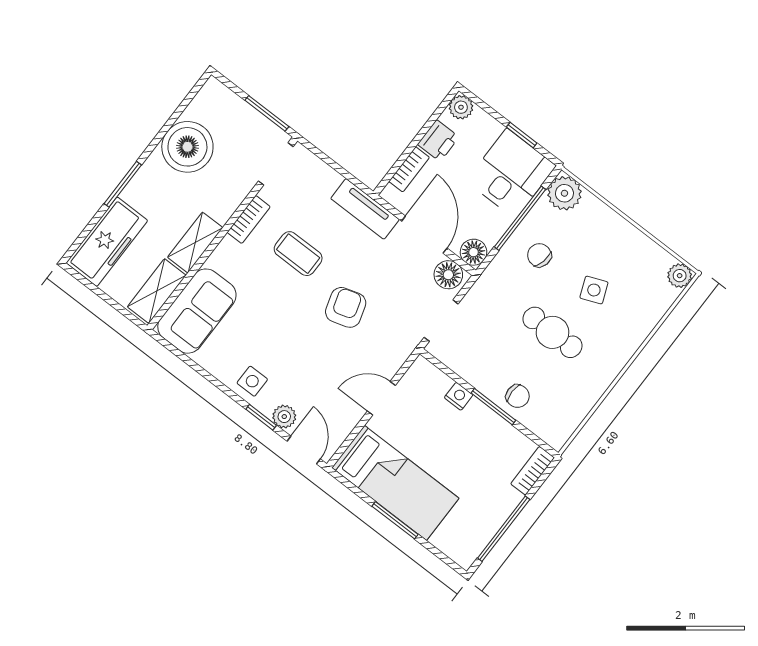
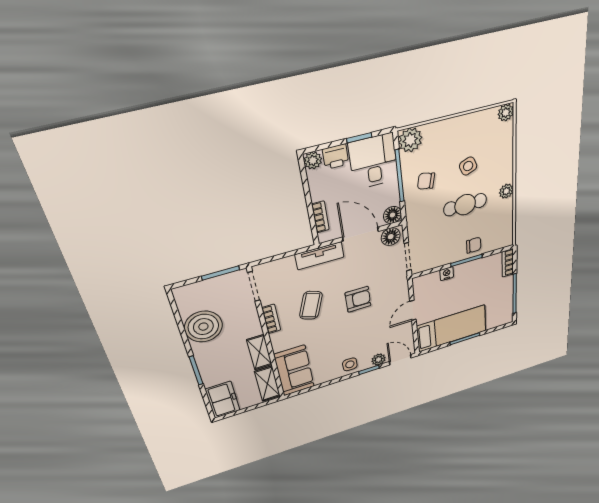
printer: (438, 141) -> (336, 157), moved, turned 90
freezer: (107, 242) -> (223, 400), width x0.71
coffee table: (298, 254) -> (311, 305), turned -70
armchair: (346, 307) -> (358, 299), turned 107
plant: (607, 370) -> (506, 191), added

